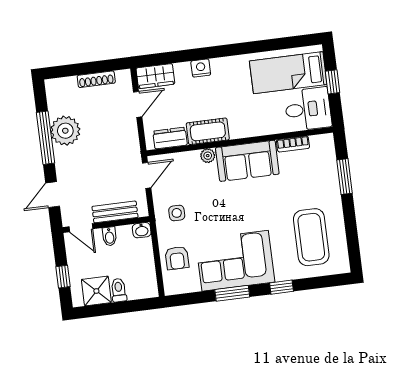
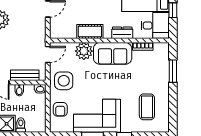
dresser: (170, 138) -> (122, 33), moved
plant: (208, 156) -> (84, 51), width x1.88, depth x1.88
side table: (177, 213) -> (64, 81), width x1.87, depth x1.87
coffee table: (311, 237) -> (147, 107), width x0.73, depth x0.76

